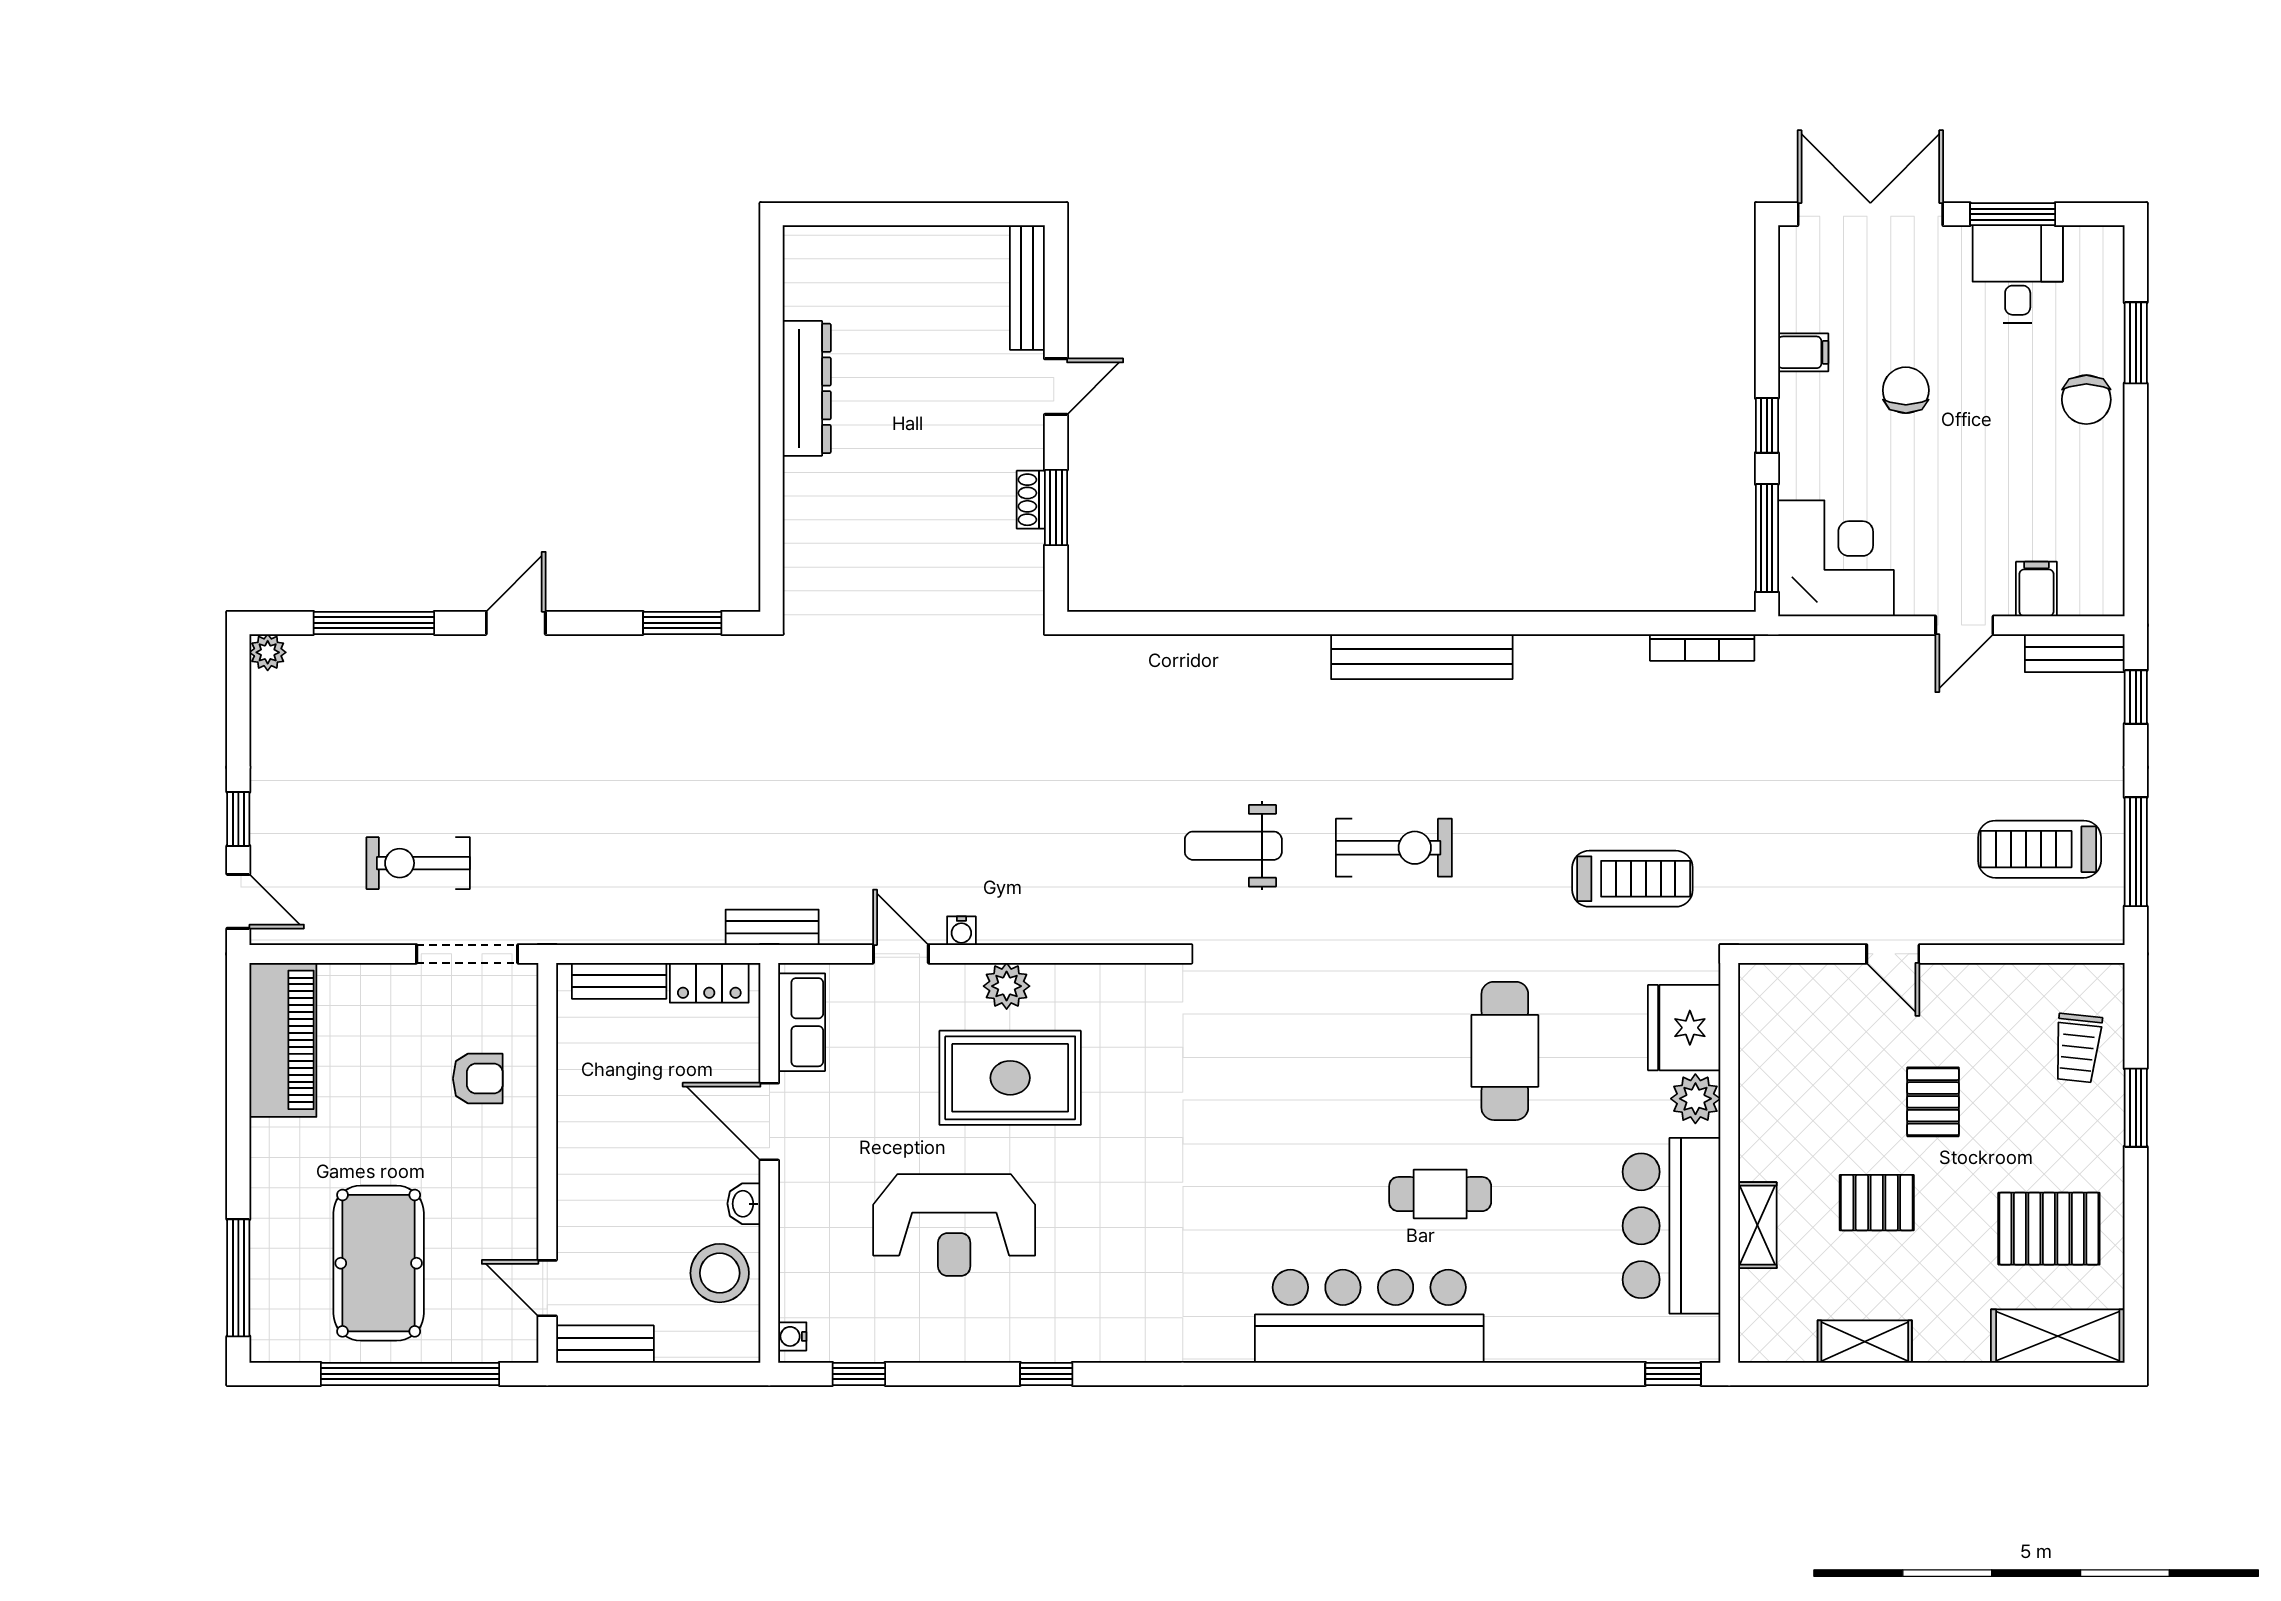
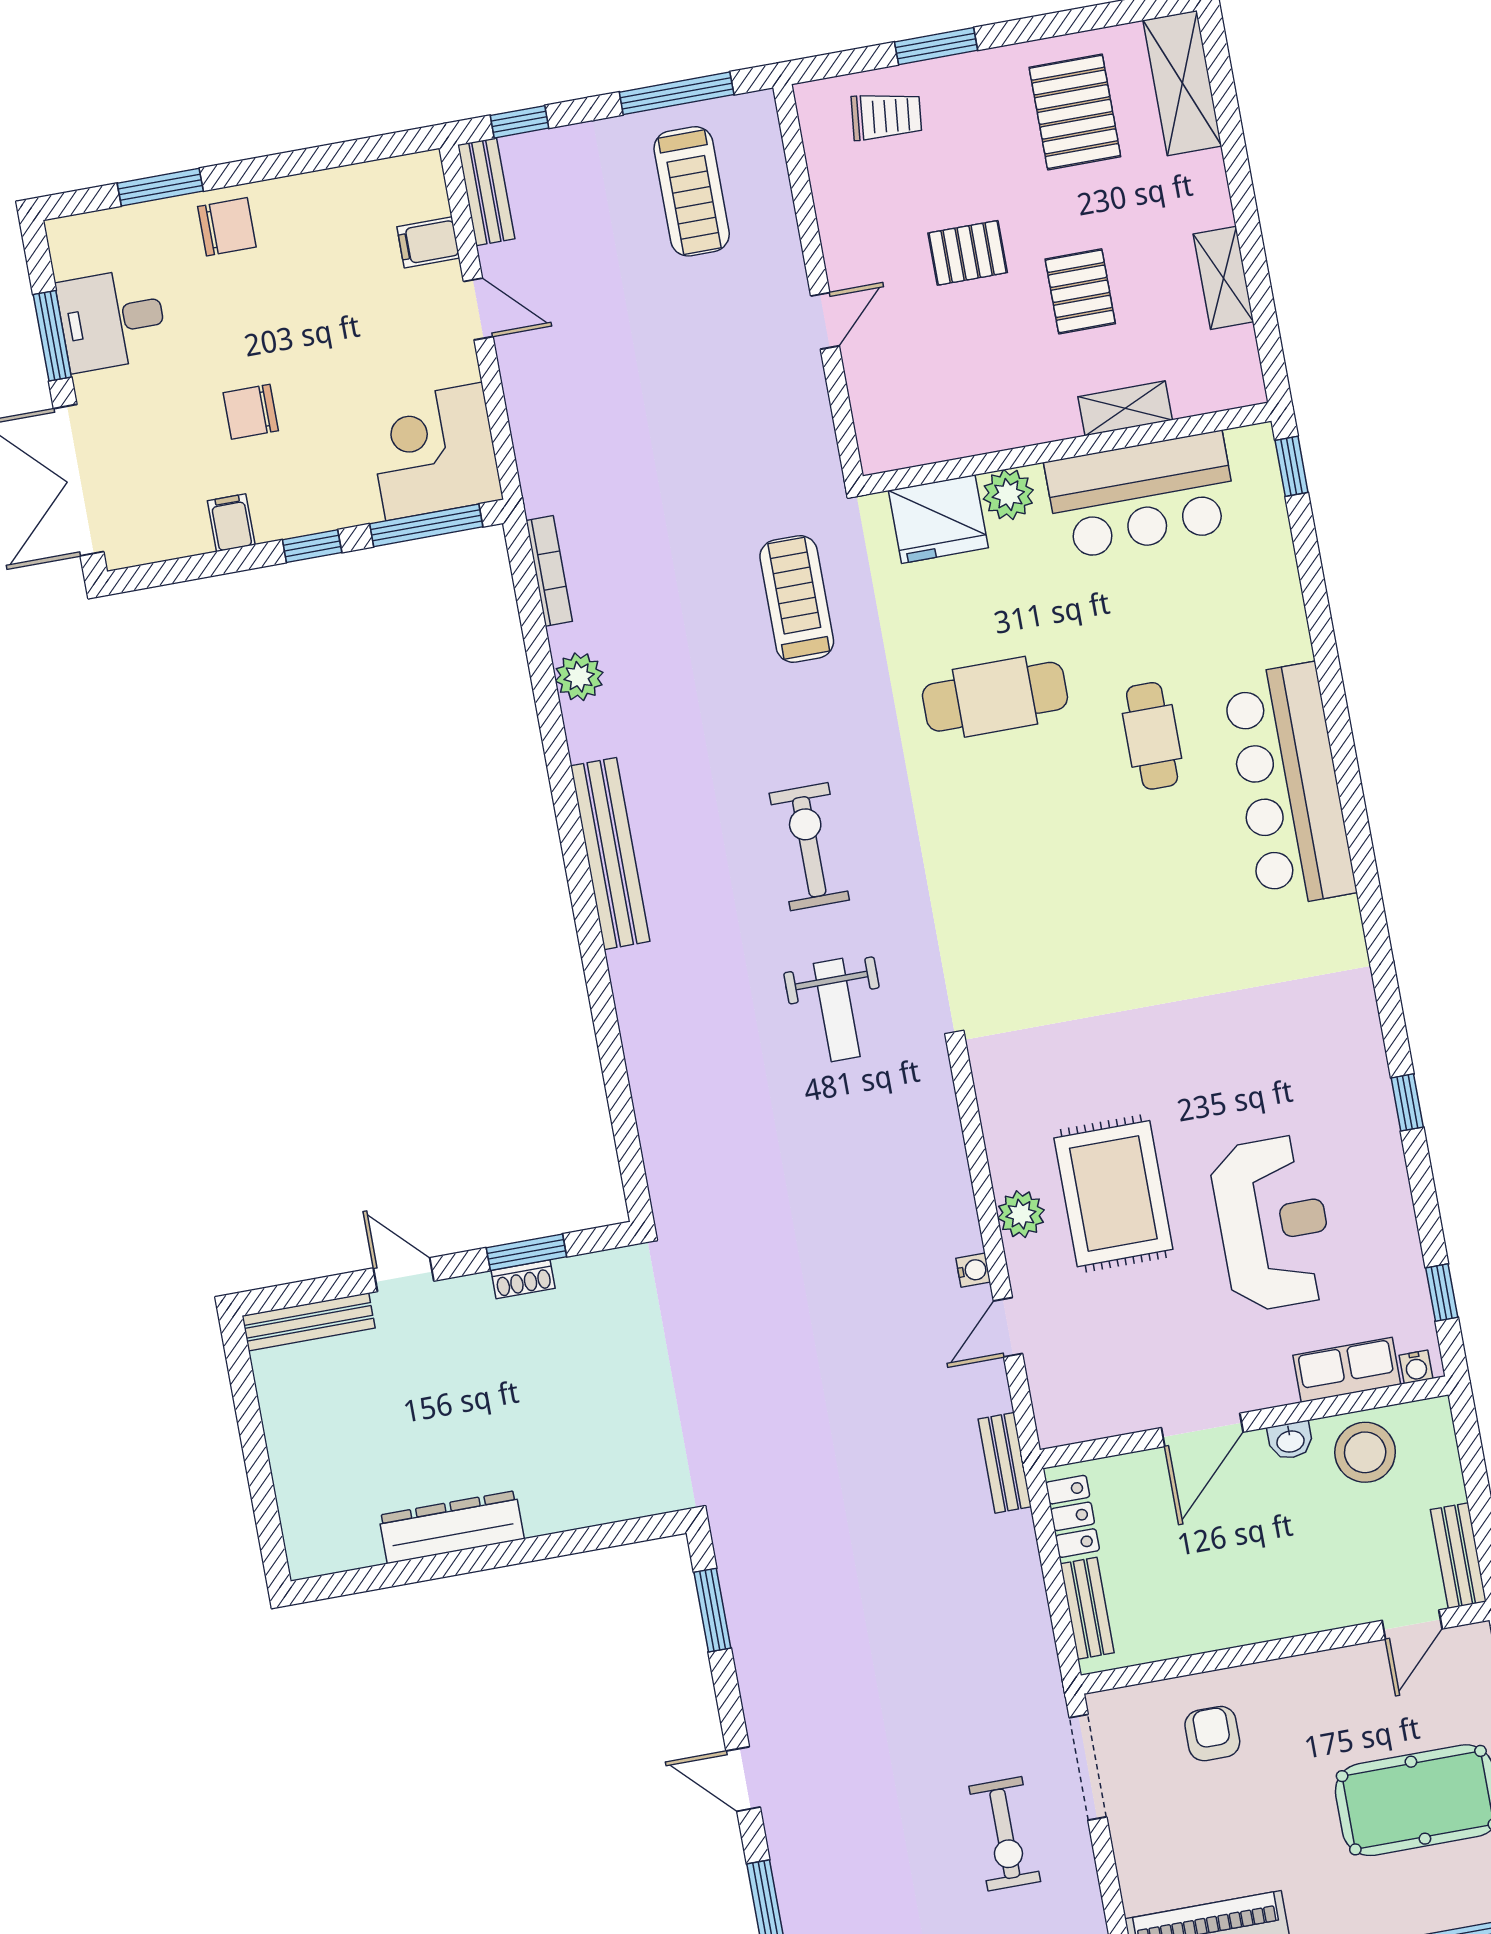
plant: (1596, 658) -> (579, 677), added
row of seats: (802, 1022) -> (1347, 1370), moved

